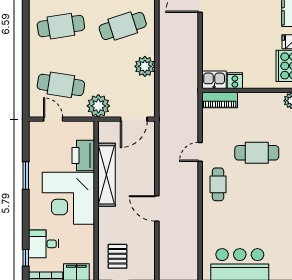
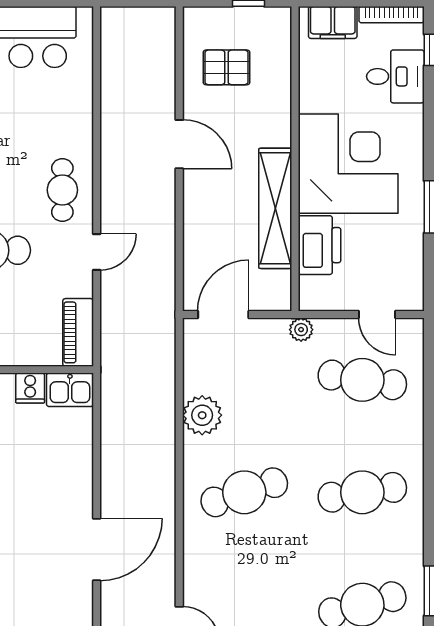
piano: (220, 100) -> (78, 332), moved, turned -90
plant: (98, 106) -> (301, 330), width x0.53, depth x0.53
pallet: (117, 256) -> (226, 67), moved, turned 90

